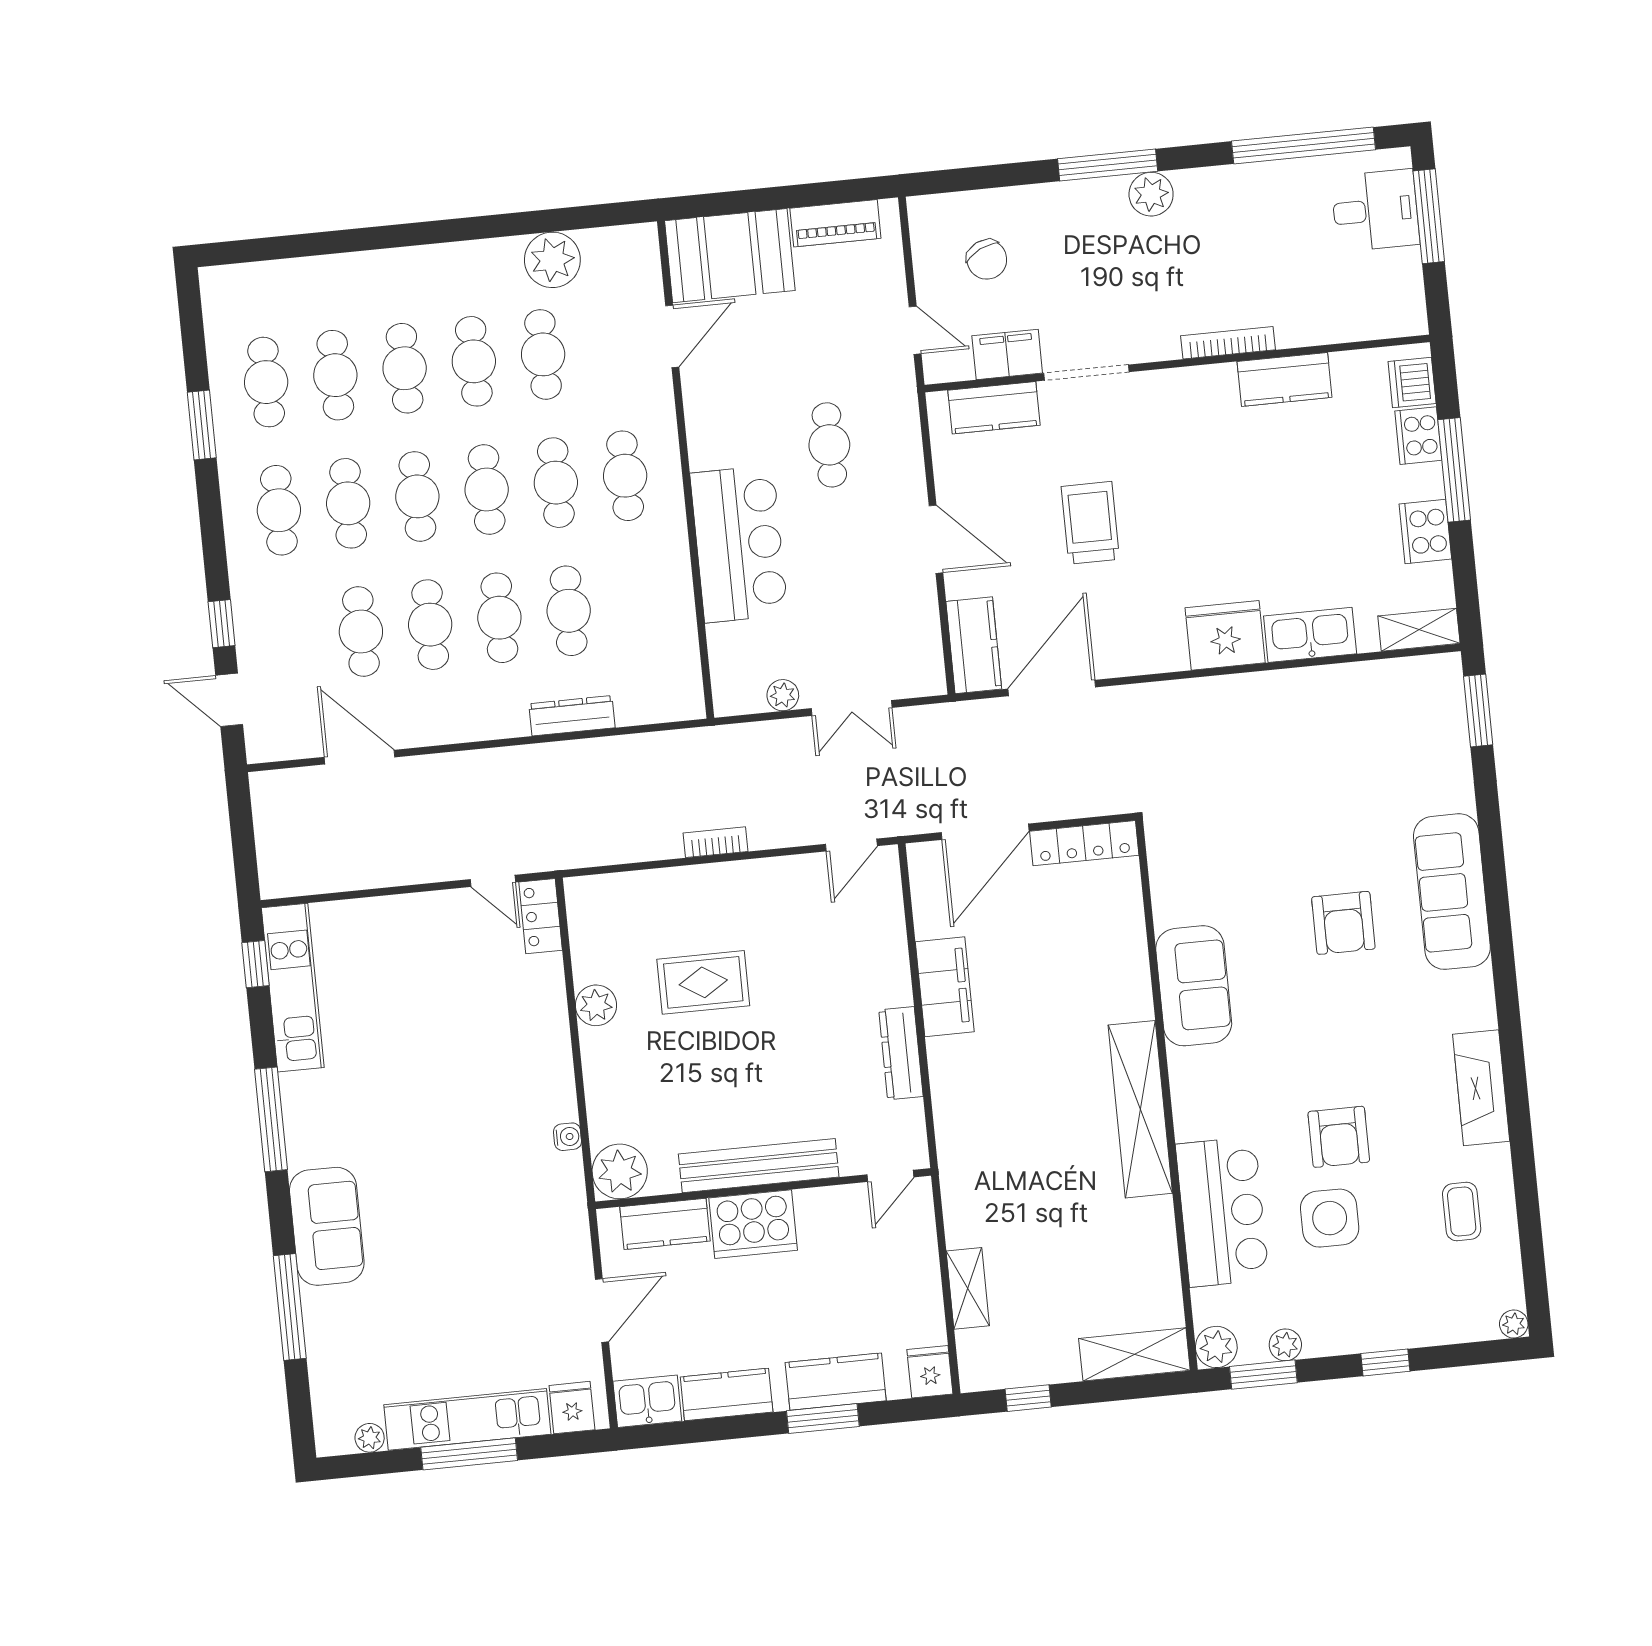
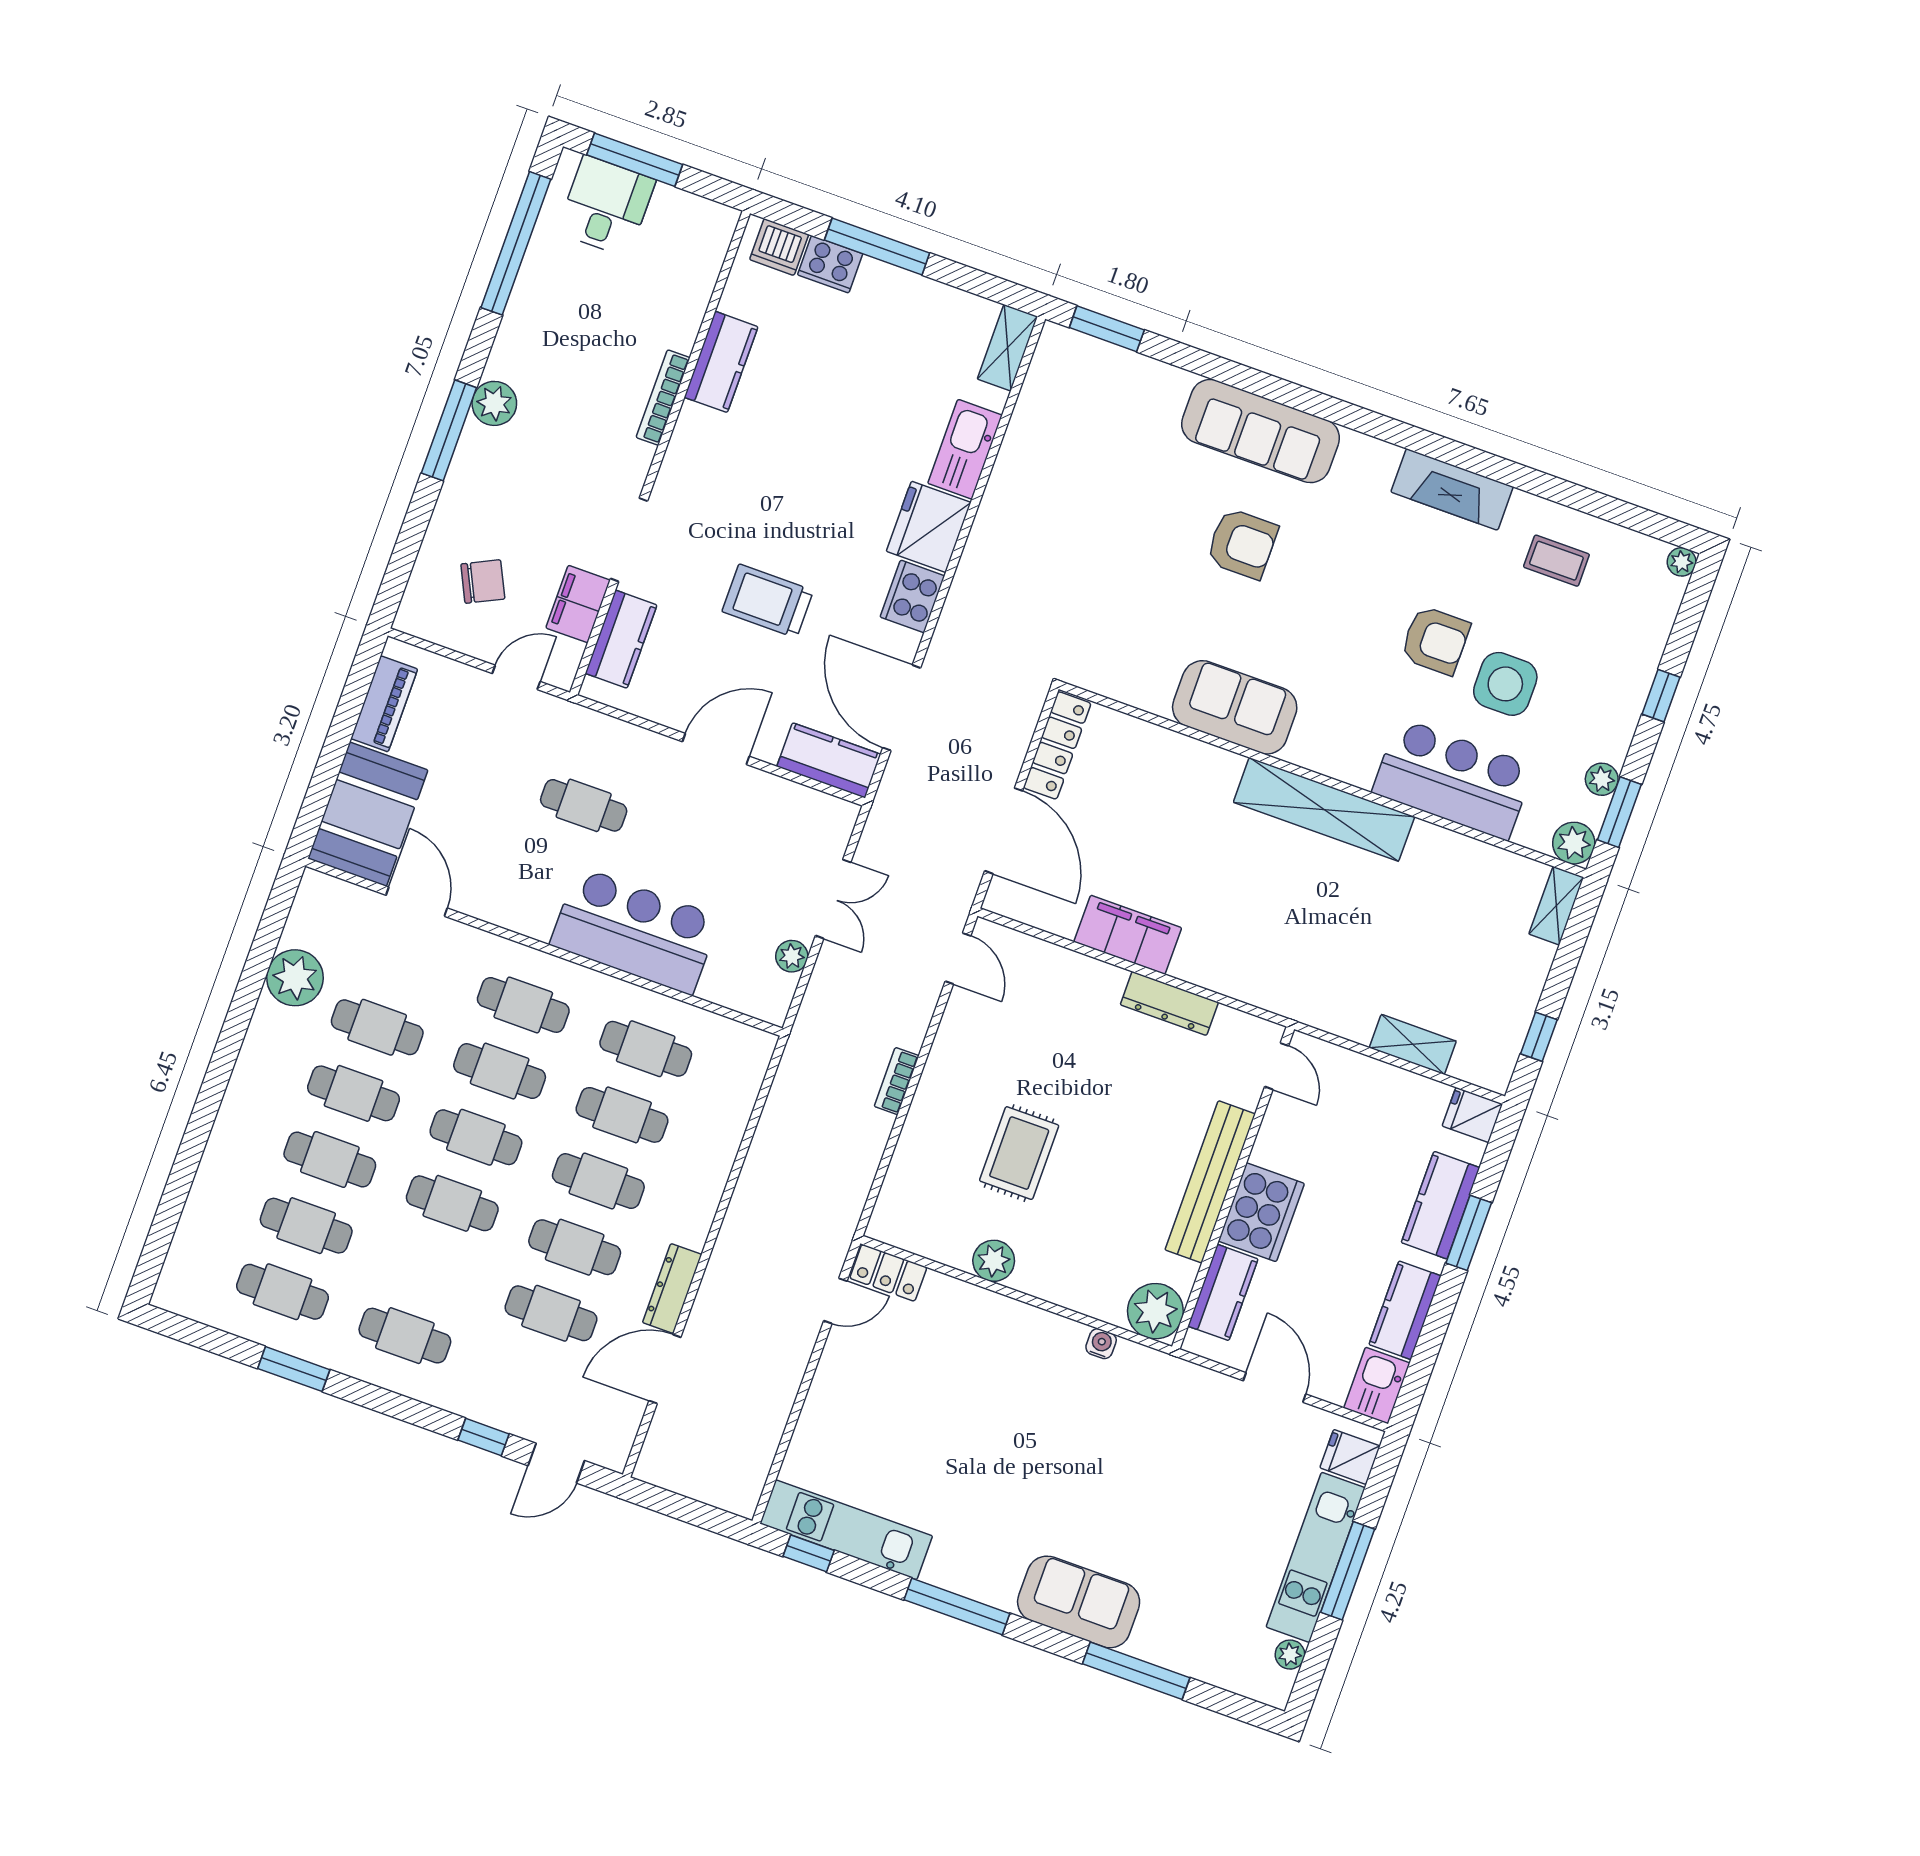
cafe table: (348, 503) -> (646, 1049), moved
cooker: (1425, 531) -> (912, 596), moved, turned 90
dresser: (572, 716) -> (672, 1289), moved
shelving: (1134, 1354) -> (1556, 906), width x0.67, depth x0.75

